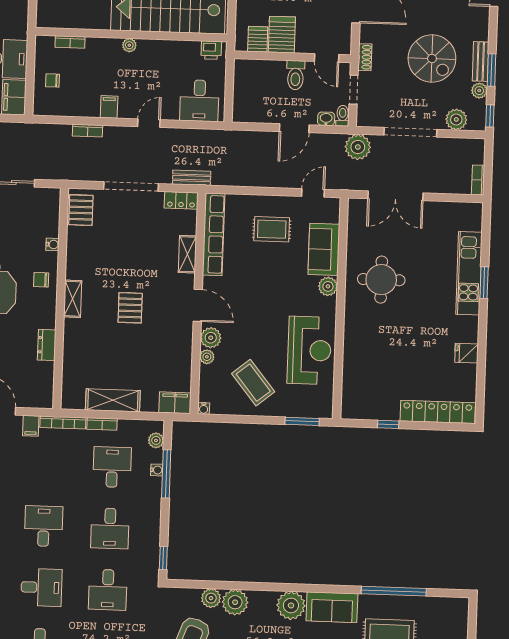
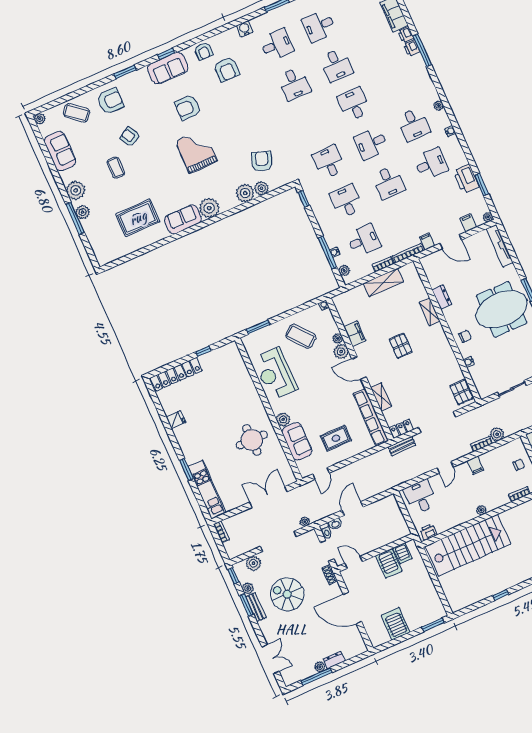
toilet: (295, 75) -> (368, 542), removed
plant: (61, 133) -> (497, 434), added
plant: (358, 147) -> (305, 522), width x0.53, depth x0.53
kitchen unit: (469, 273) -> (207, 490), moved
shelving: (73, 299) -> (430, 312), moved
filing cabinet: (175, 403) -> (355, 334), moved, turned -90
desk: (112, 467) -> (364, 240), turned -90
window: (394, 591) -> (149, 248), removed

